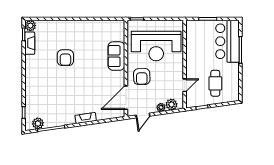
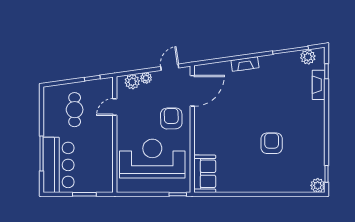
fireplace: (30, 43) -> (319, 85), moved
sofa: (116, 56) -> (205, 174), moved

